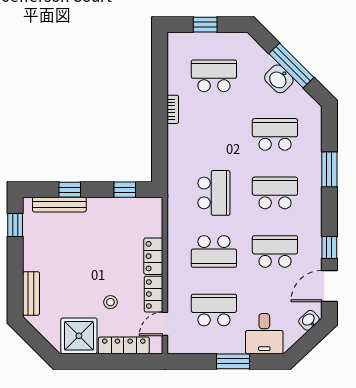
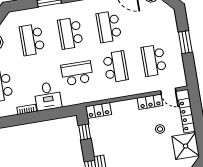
locker: (153, 256) -> (98, 110), moved
desk: (264, 334) -> (48, 96), moved, turned 90

